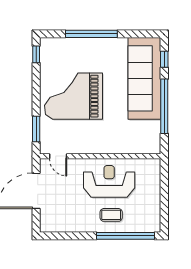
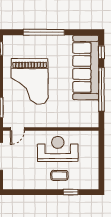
grand piano: (73, 96) -> (30, 81), turned -90
door: (58, 156) -> (17, 129), hinge flipped
window: (126, 236) -> (71, 192), width x0.32

